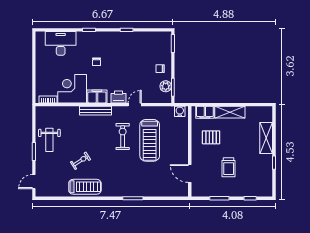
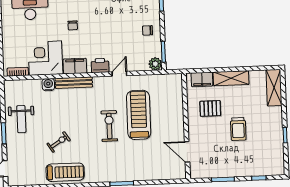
plant: (166, 86) -> (155, 64), moved
water cooler: (180, 111) -> (48, 85), moved
exercise bike: (123, 136) -> (109, 126), moved
shelving: (266, 138) -> (274, 88), moved
treadmill: (150, 140) -> (139, 115), turned 180
trolley: (229, 167) -> (238, 129), moved

